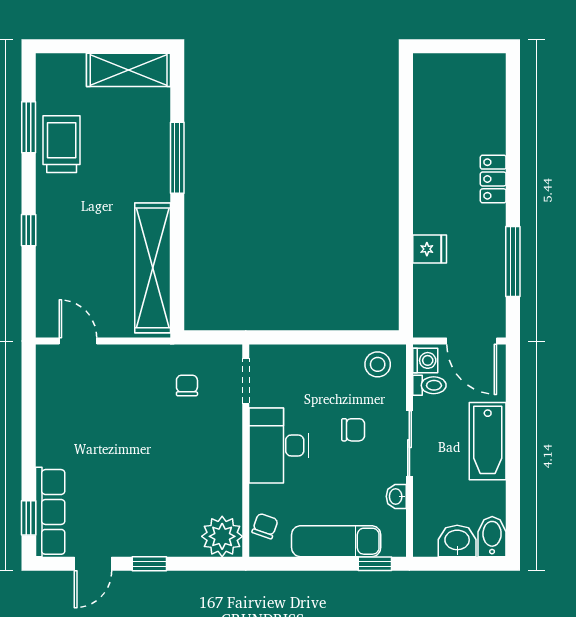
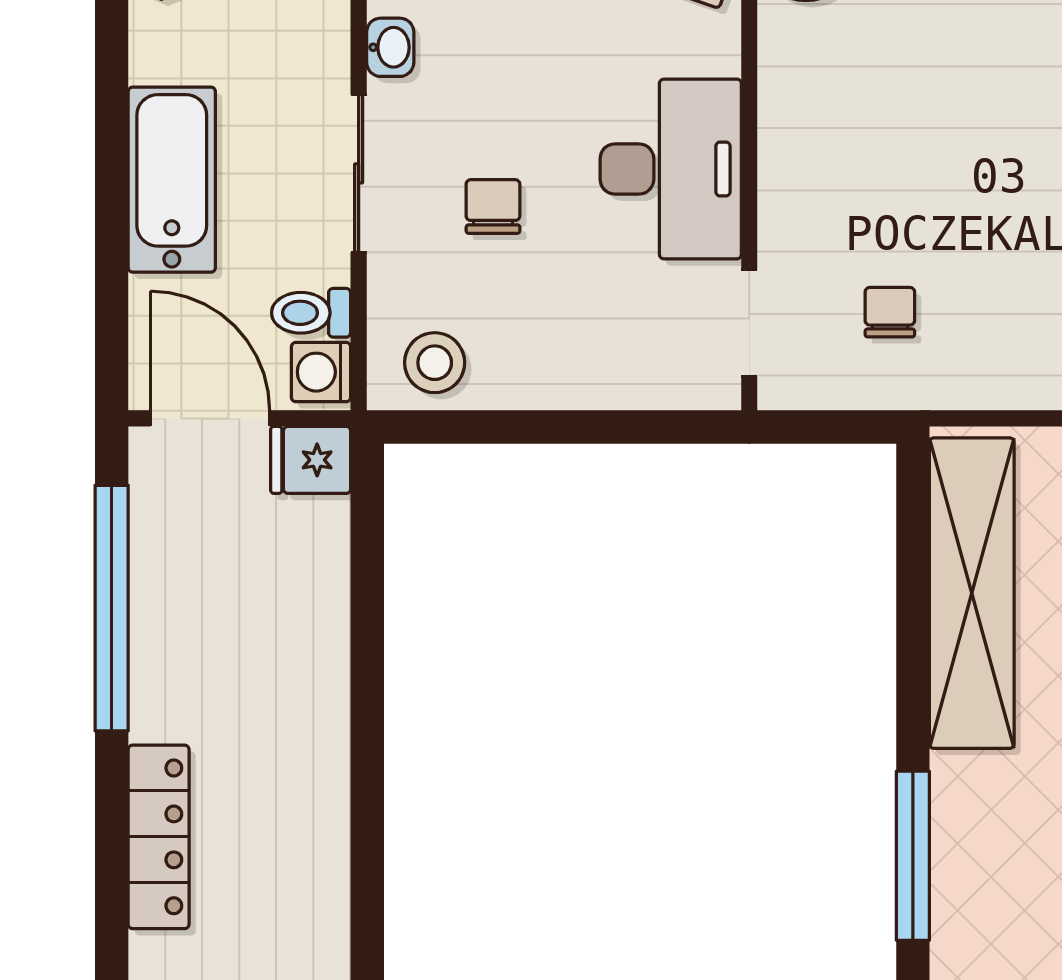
locker: (493, 179) -> (159, 837), width x1.53
fridge: (430, 249) -> (311, 460), moved
window: (513, 262) -> (112, 608), width x1.46
chair: (187, 386) -> (890, 312), turned 180
chair: (353, 430) -> (493, 207), turned 90

